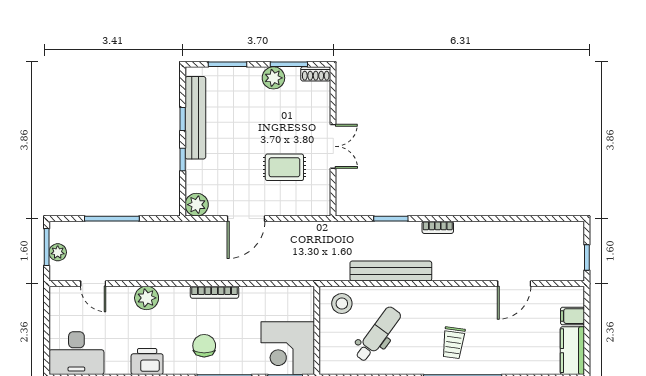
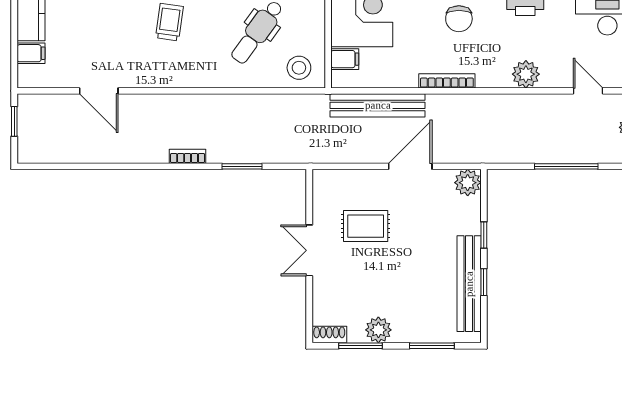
bench: (391, 271) -> (378, 105), moved
door: (514, 284) -> (99, 91), swing flipped
filing cabinet: (302, 311) -> (345, 59), added

